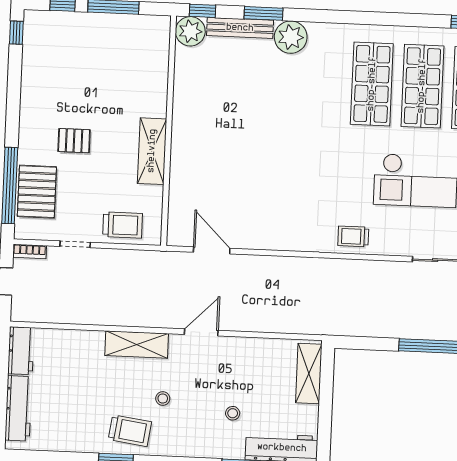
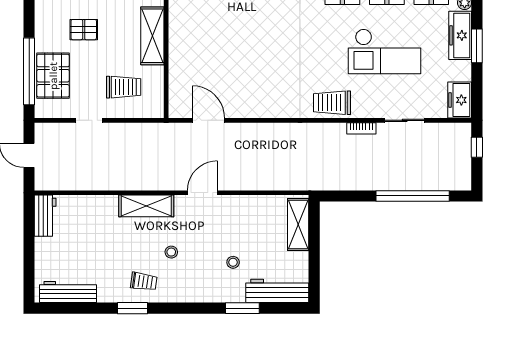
trolley: (123, 225) -> (124, 87), moved
trolley: (353, 236) -> (332, 103), width x1.36, depth x1.39
bookcase: (30, 251) -> (361, 128), moved
workbench: (18, 408) -> (68, 292), moved, turned -90
trolley: (130, 431) -> (144, 281), width x0.73, depth x0.72

